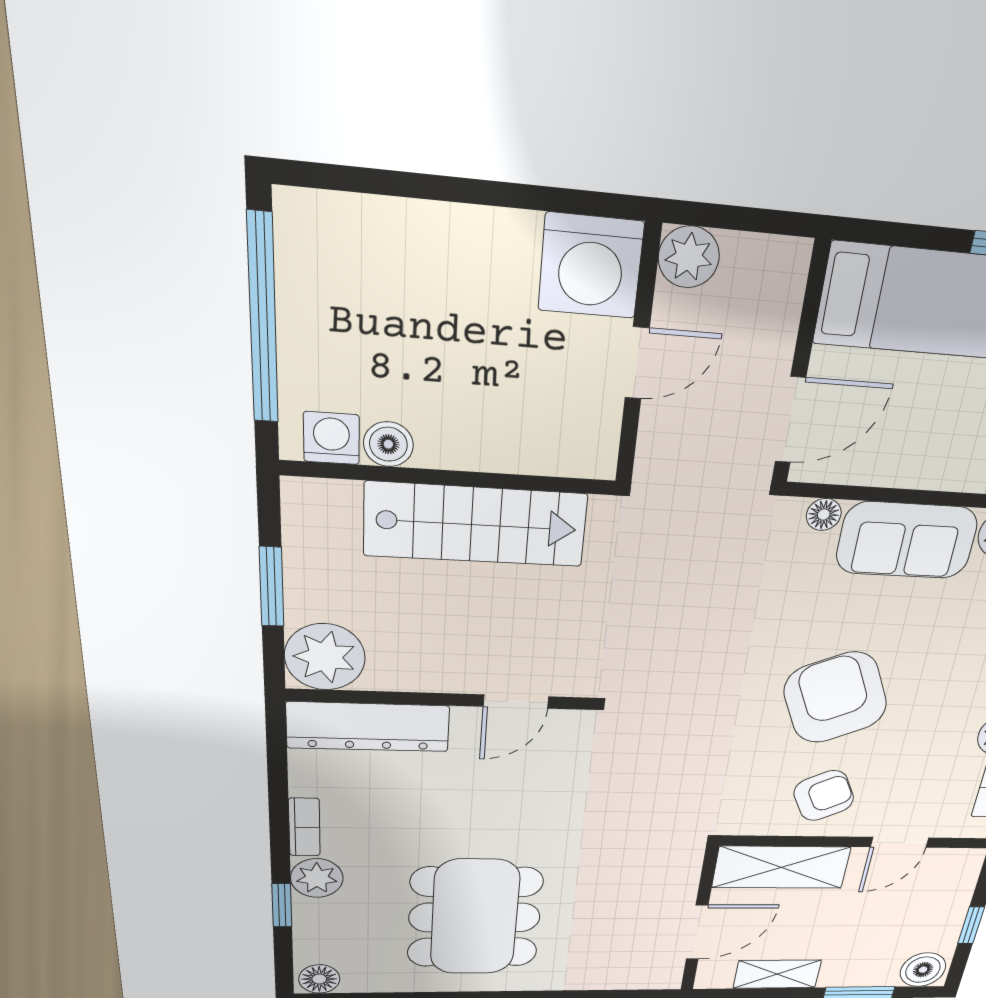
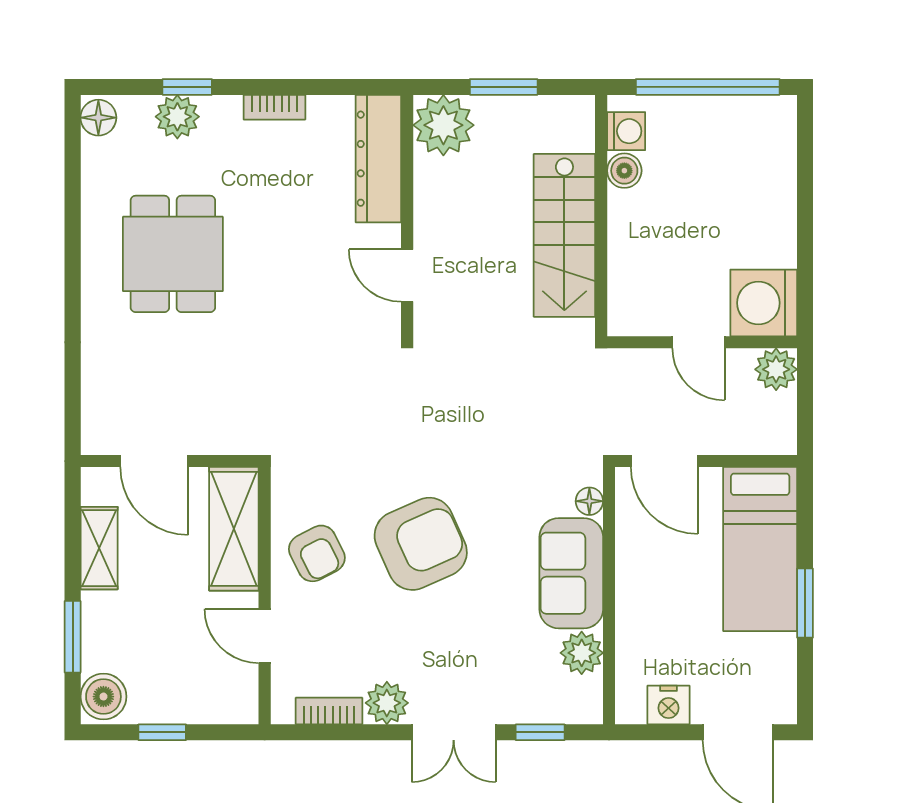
plant: (317, 878) -> (177, 117), moved
dining table: (475, 917) -> (173, 254), width x0.73

